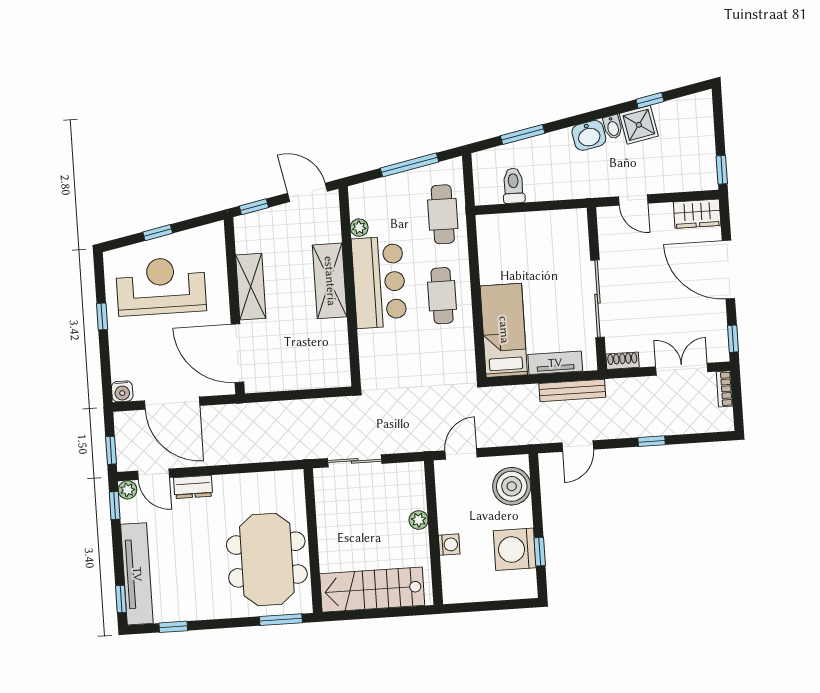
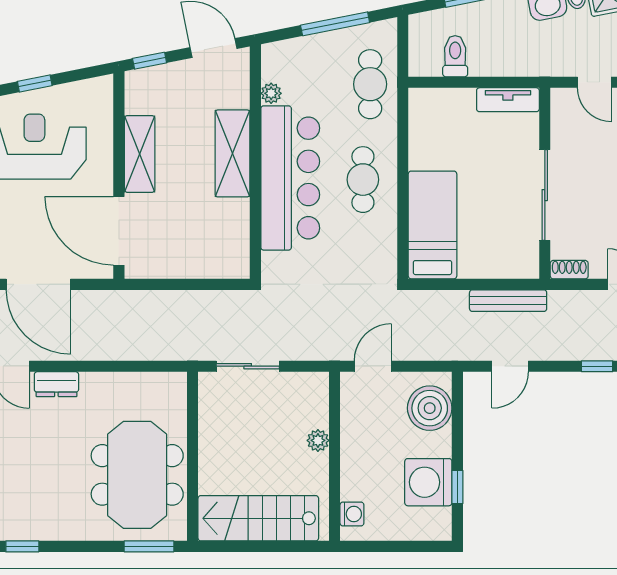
bar counter: (379, 282) -> (290, 178), width x1.36
tv unit: (555, 363) -> (508, 100), moved, turned 180
washing machine: (449, 545) -> (352, 514), moved

